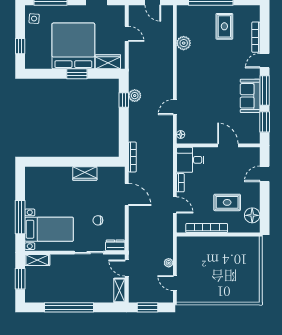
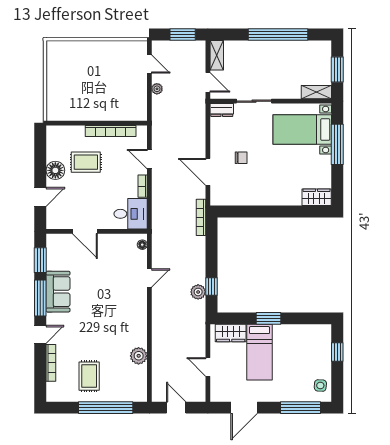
bed: (73, 46) -> (260, 352), width x0.49
wardrobe: (85, 173) -> (317, 197), moved
floor lamp: (252, 215) -> (55, 170), moved
chair: (98, 220) -> (241, 158), moved

